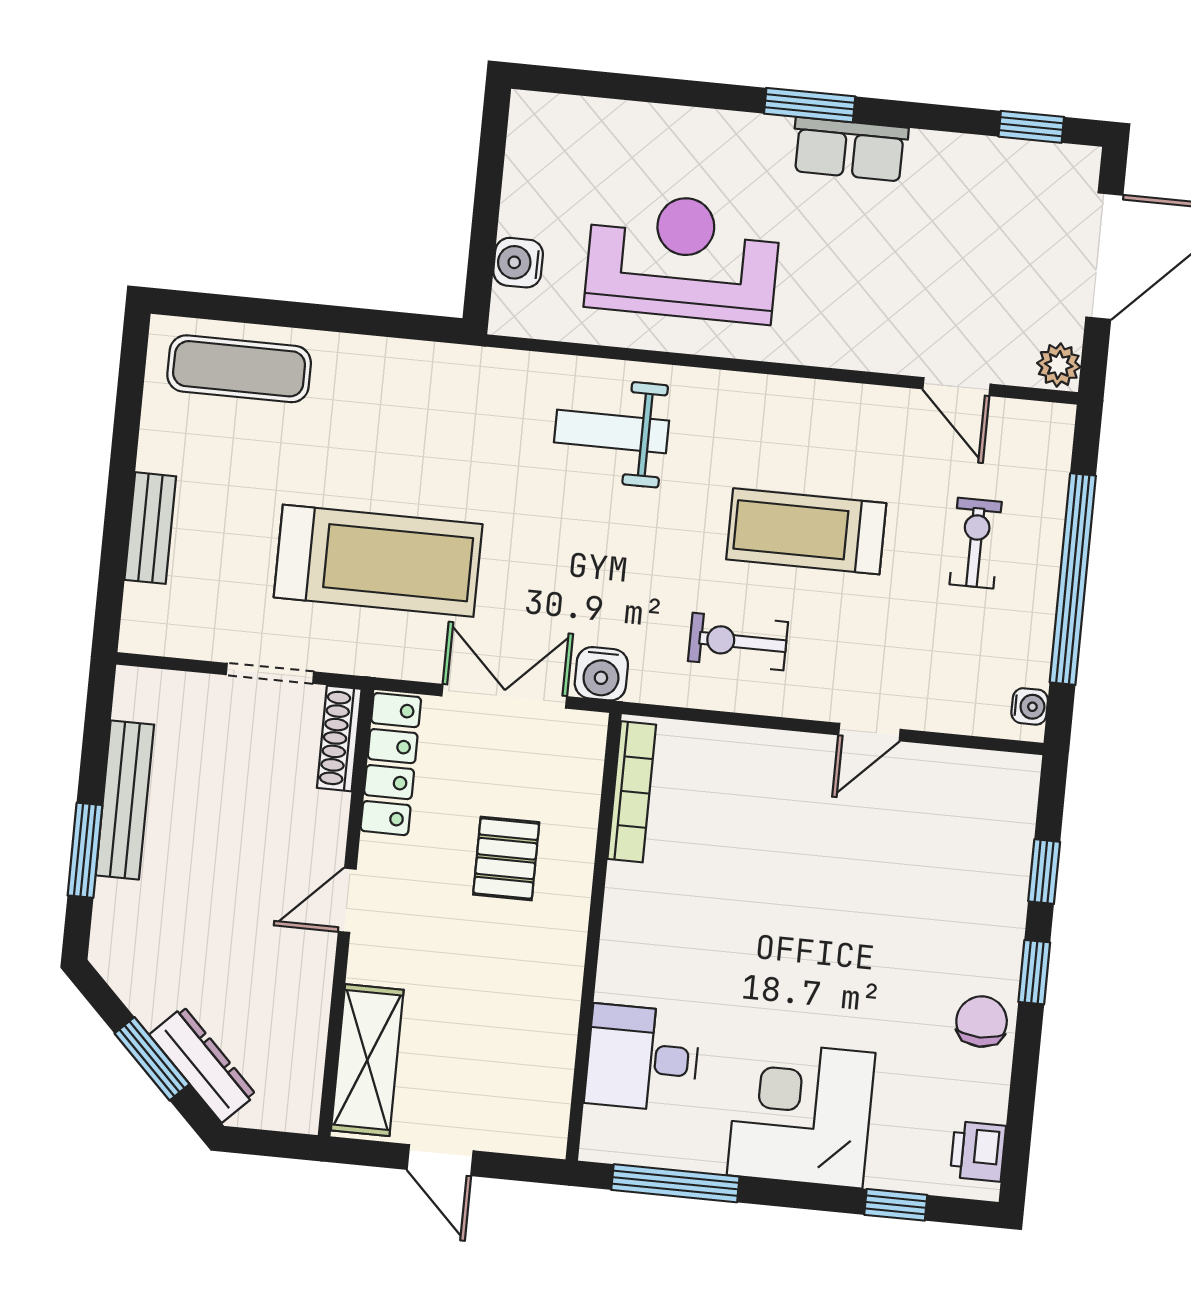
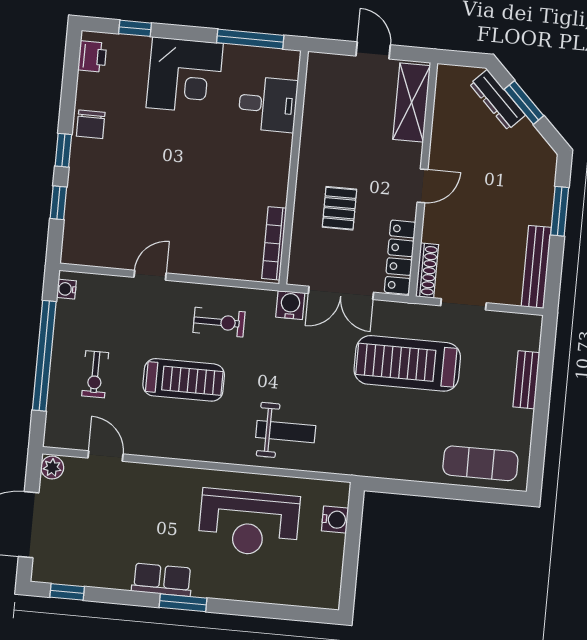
bench: (125, 800) -> (536, 267), moved

